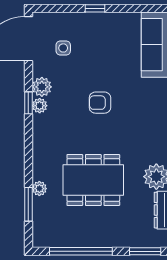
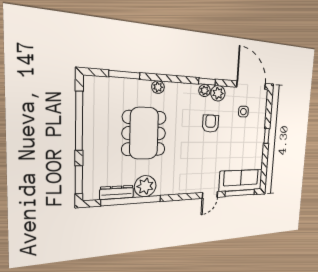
armchair: (100, 103) -> (211, 124), moved
plant: (39, 189) -> (158, 87), moved

